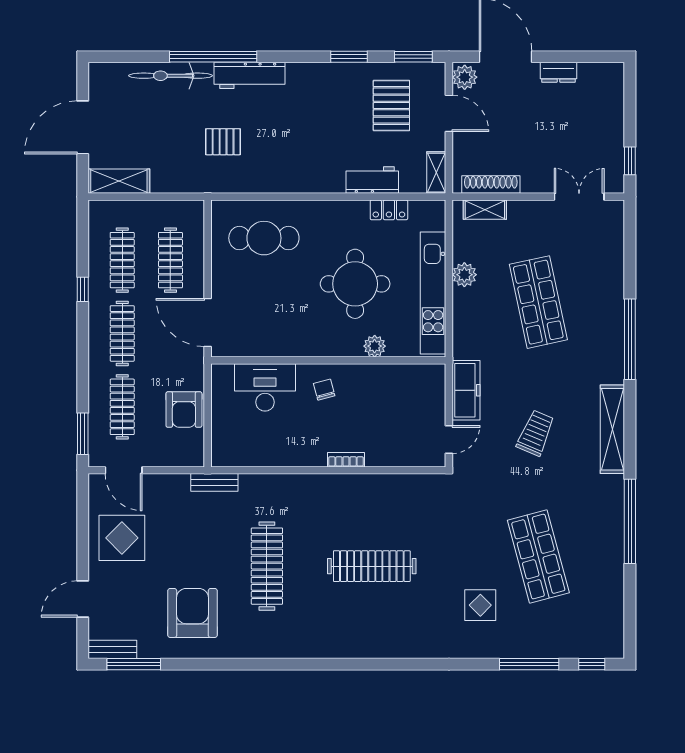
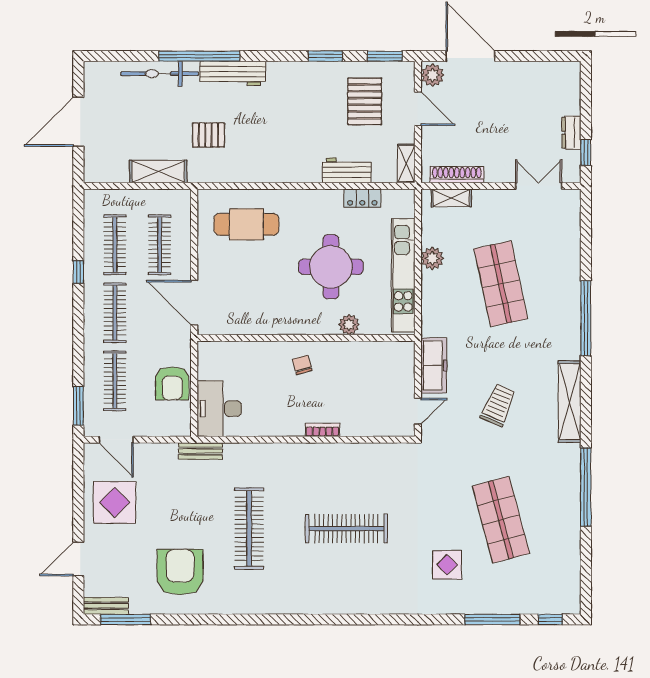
dresser: (558, 72) -> (571, 133), moved, turned 90
shelving: (119, 181) -> (158, 172), moved
desk: (265, 387) -> (219, 409), moved, turned -90

